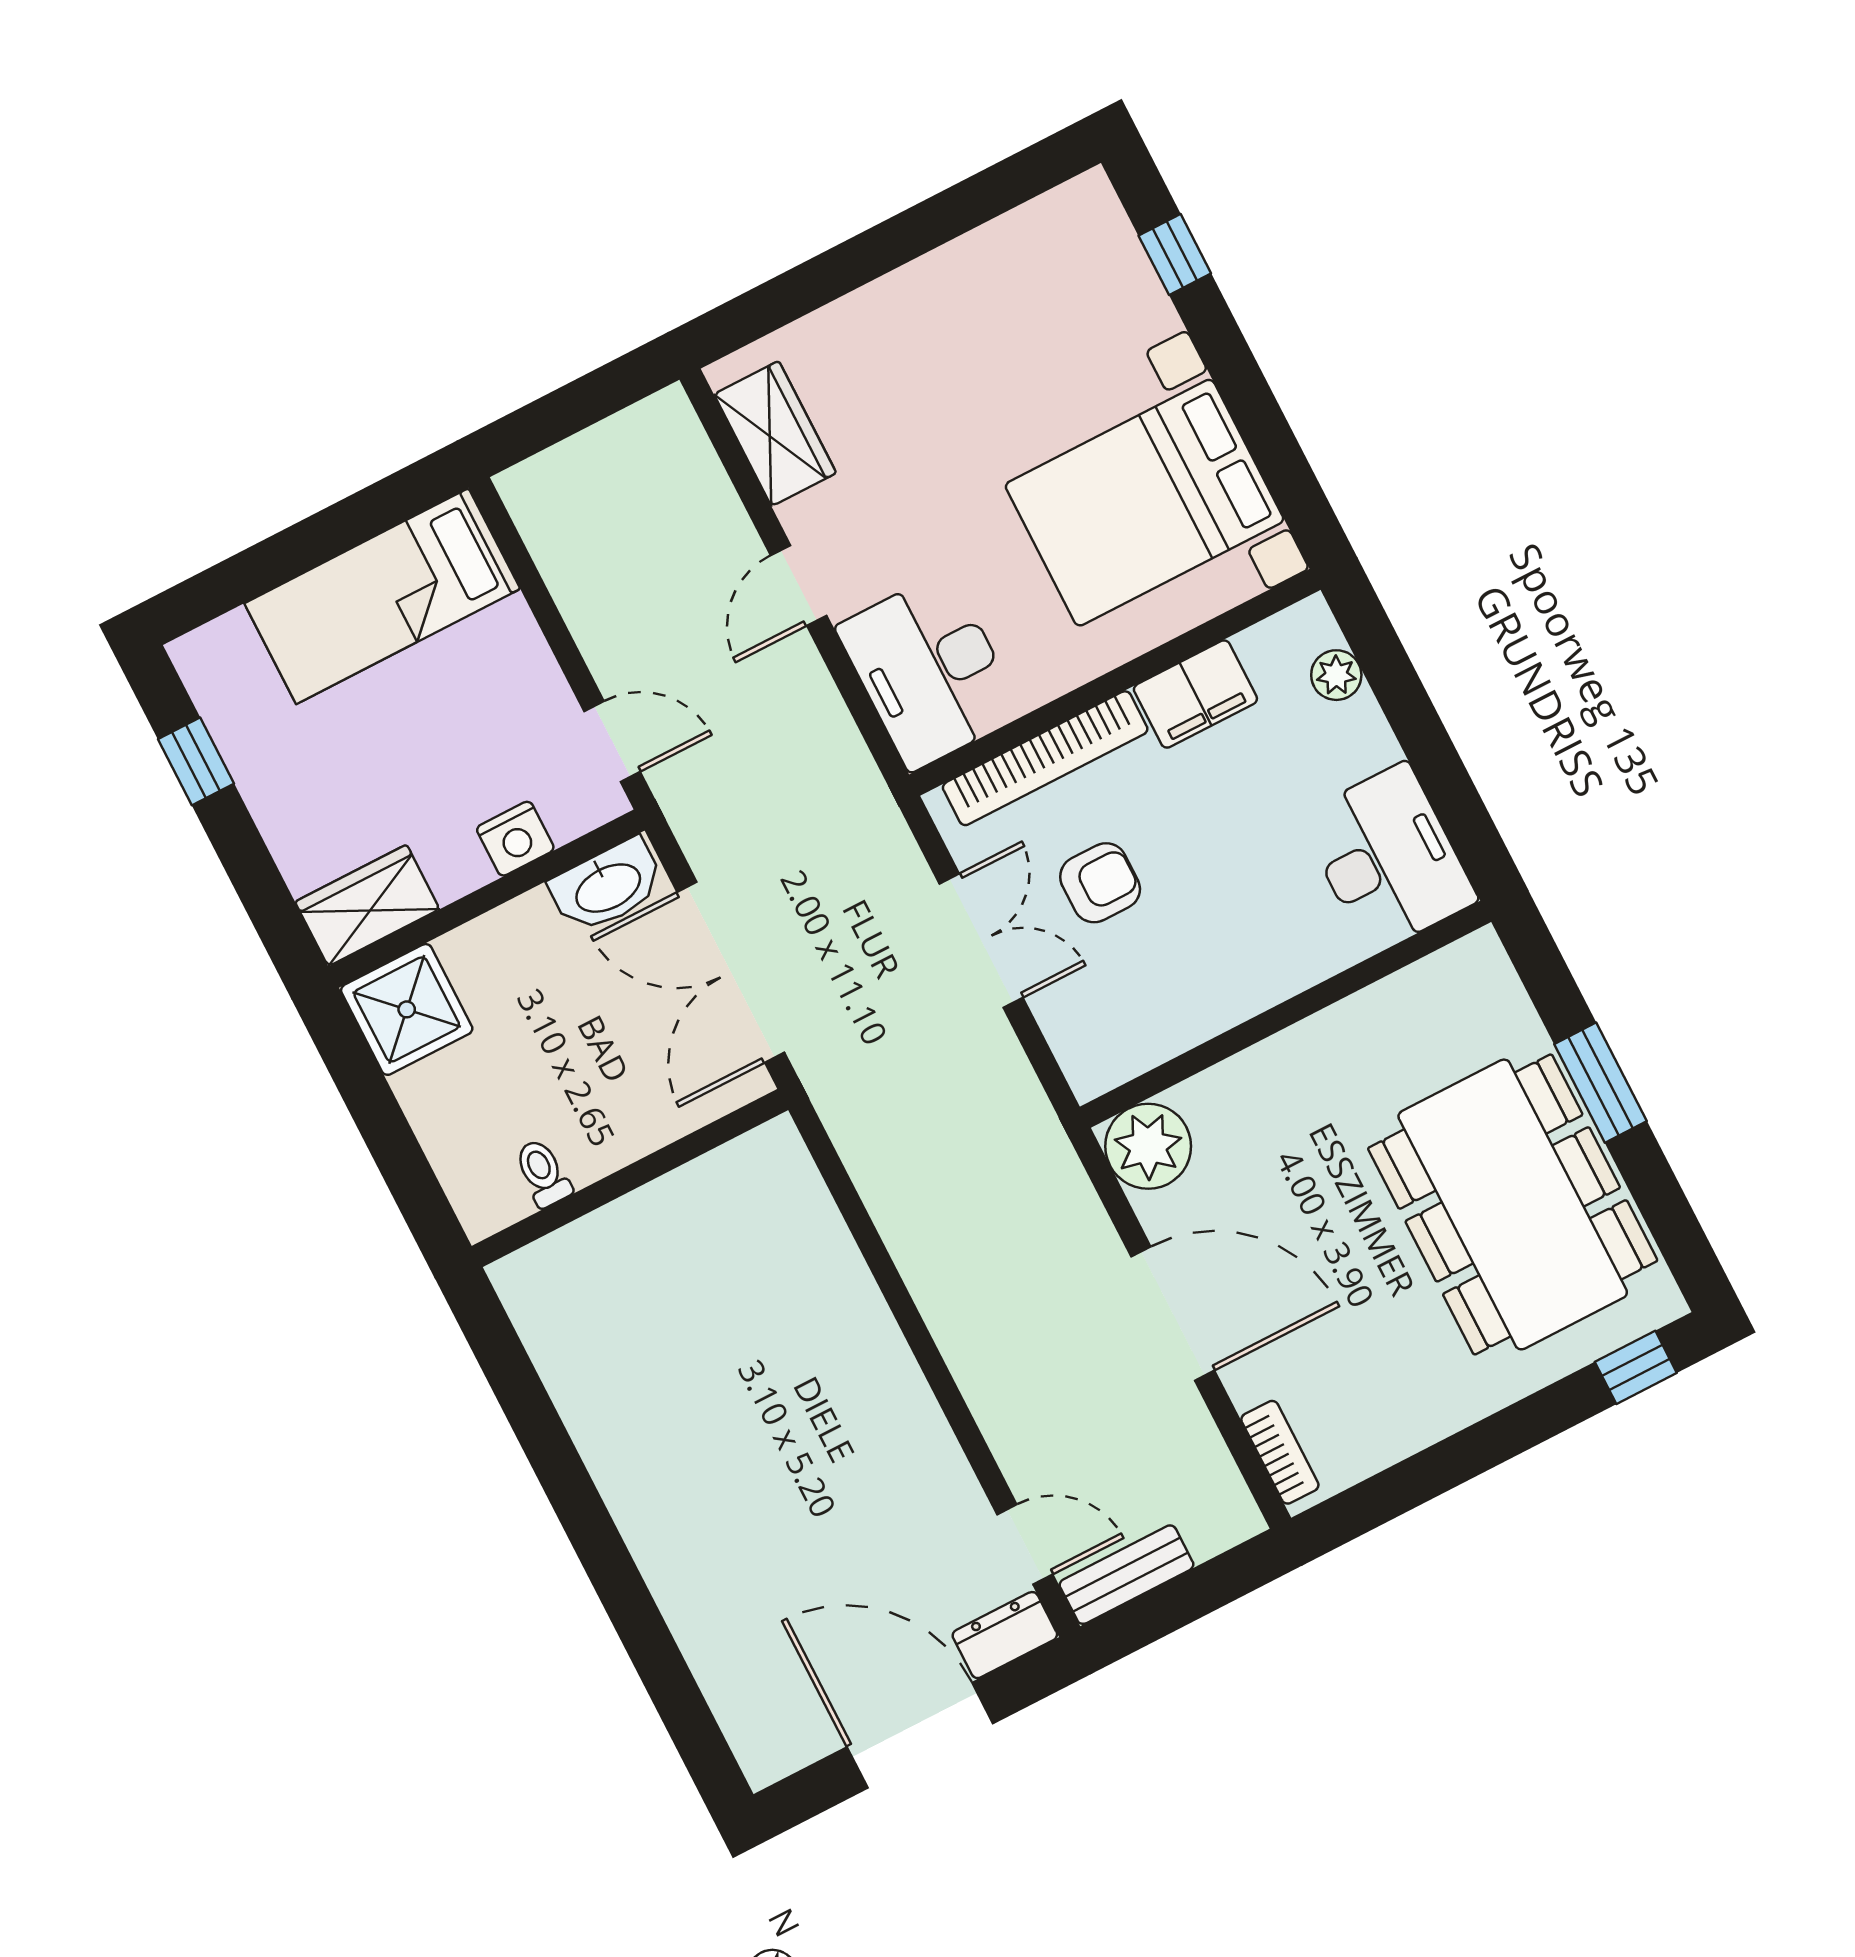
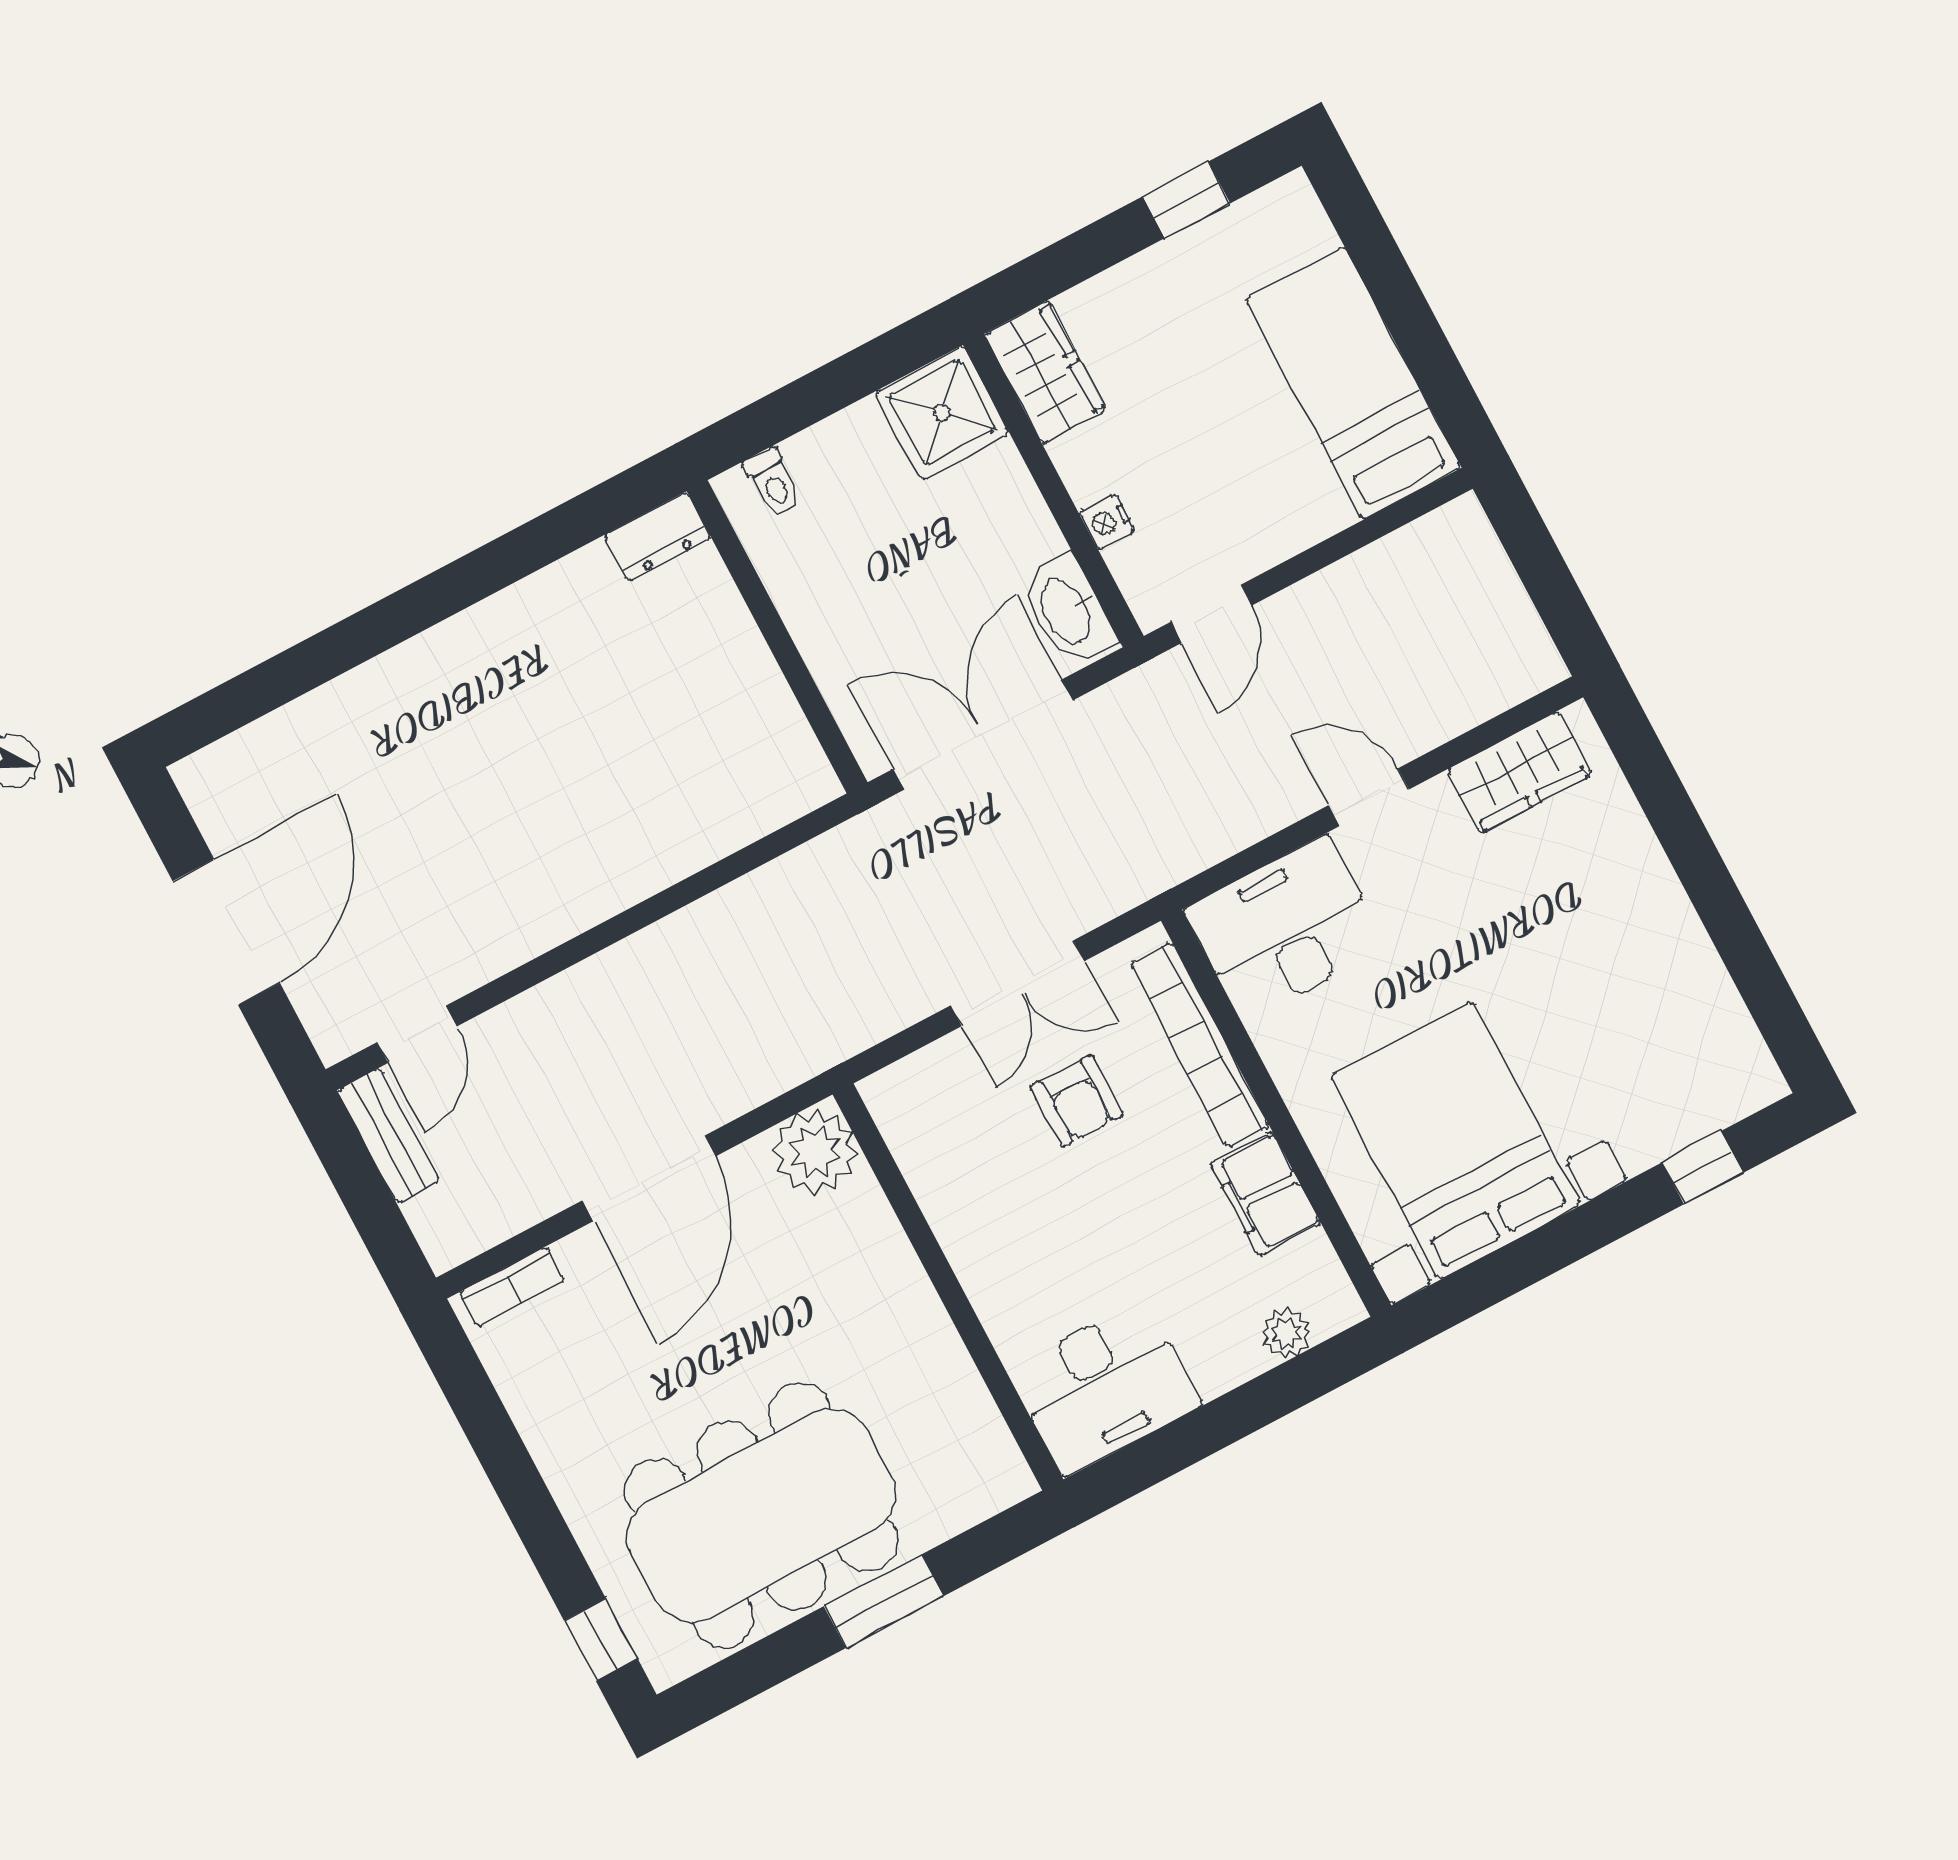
nightstand: (515, 839) -> (1107, 522), width x0.72, depth x0.74
toilet: (543, 1173) -> (773, 482), moved, turned 90
dresser: (1005, 1635) -> (657, 537), moved, turned 90

